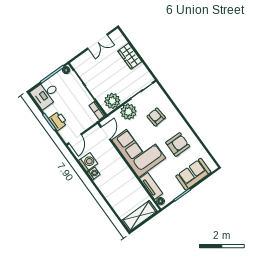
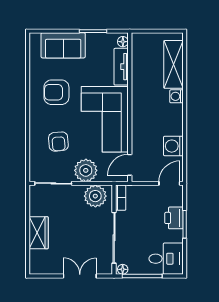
double door: (97, 42) -> (80, 276), moved
washing machine: (94, 174) -> (176, 96), moved
shelving: (139, 216) -> (174, 64), moved, turned 90

